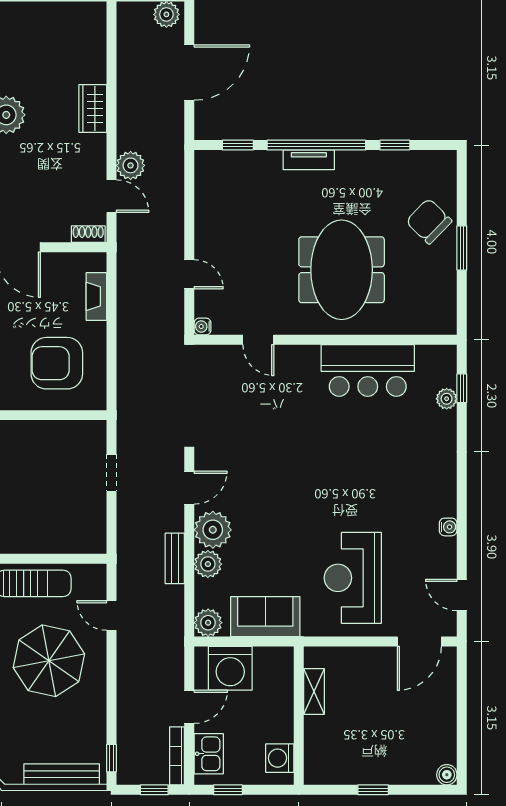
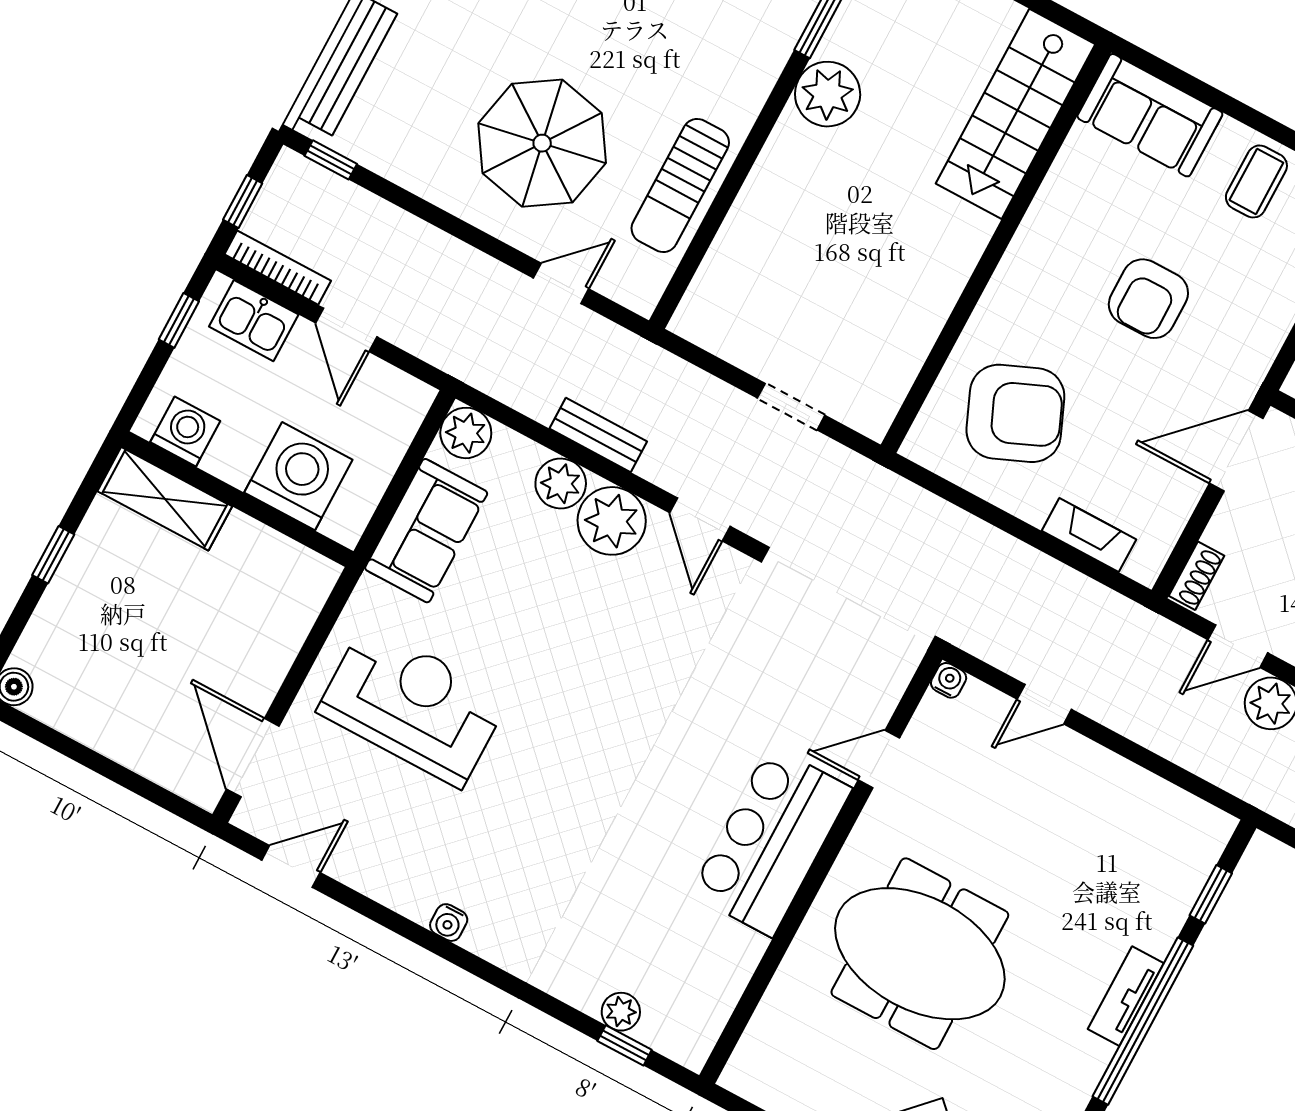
armchair: (57, 363) -> (1015, 413), turned 67
bar counter: (368, 370) -> (771, 841), moved
water cooler: (448, 527) -> (449, 923), moved
washing machine: (230, 668) -> (298, 476), moved, turned 90
shelving: (314, 691) -> (165, 499), moved, width x1.50, depth x1.33

